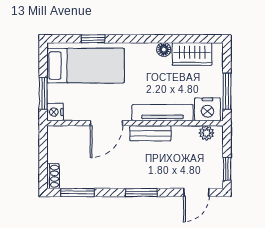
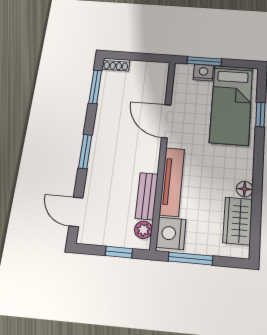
nightstand: (55, 112) -> (203, 73), moved
bench: (150, 133) -> (147, 196), moved
window: (227, 169) -> (119, 252), moved

